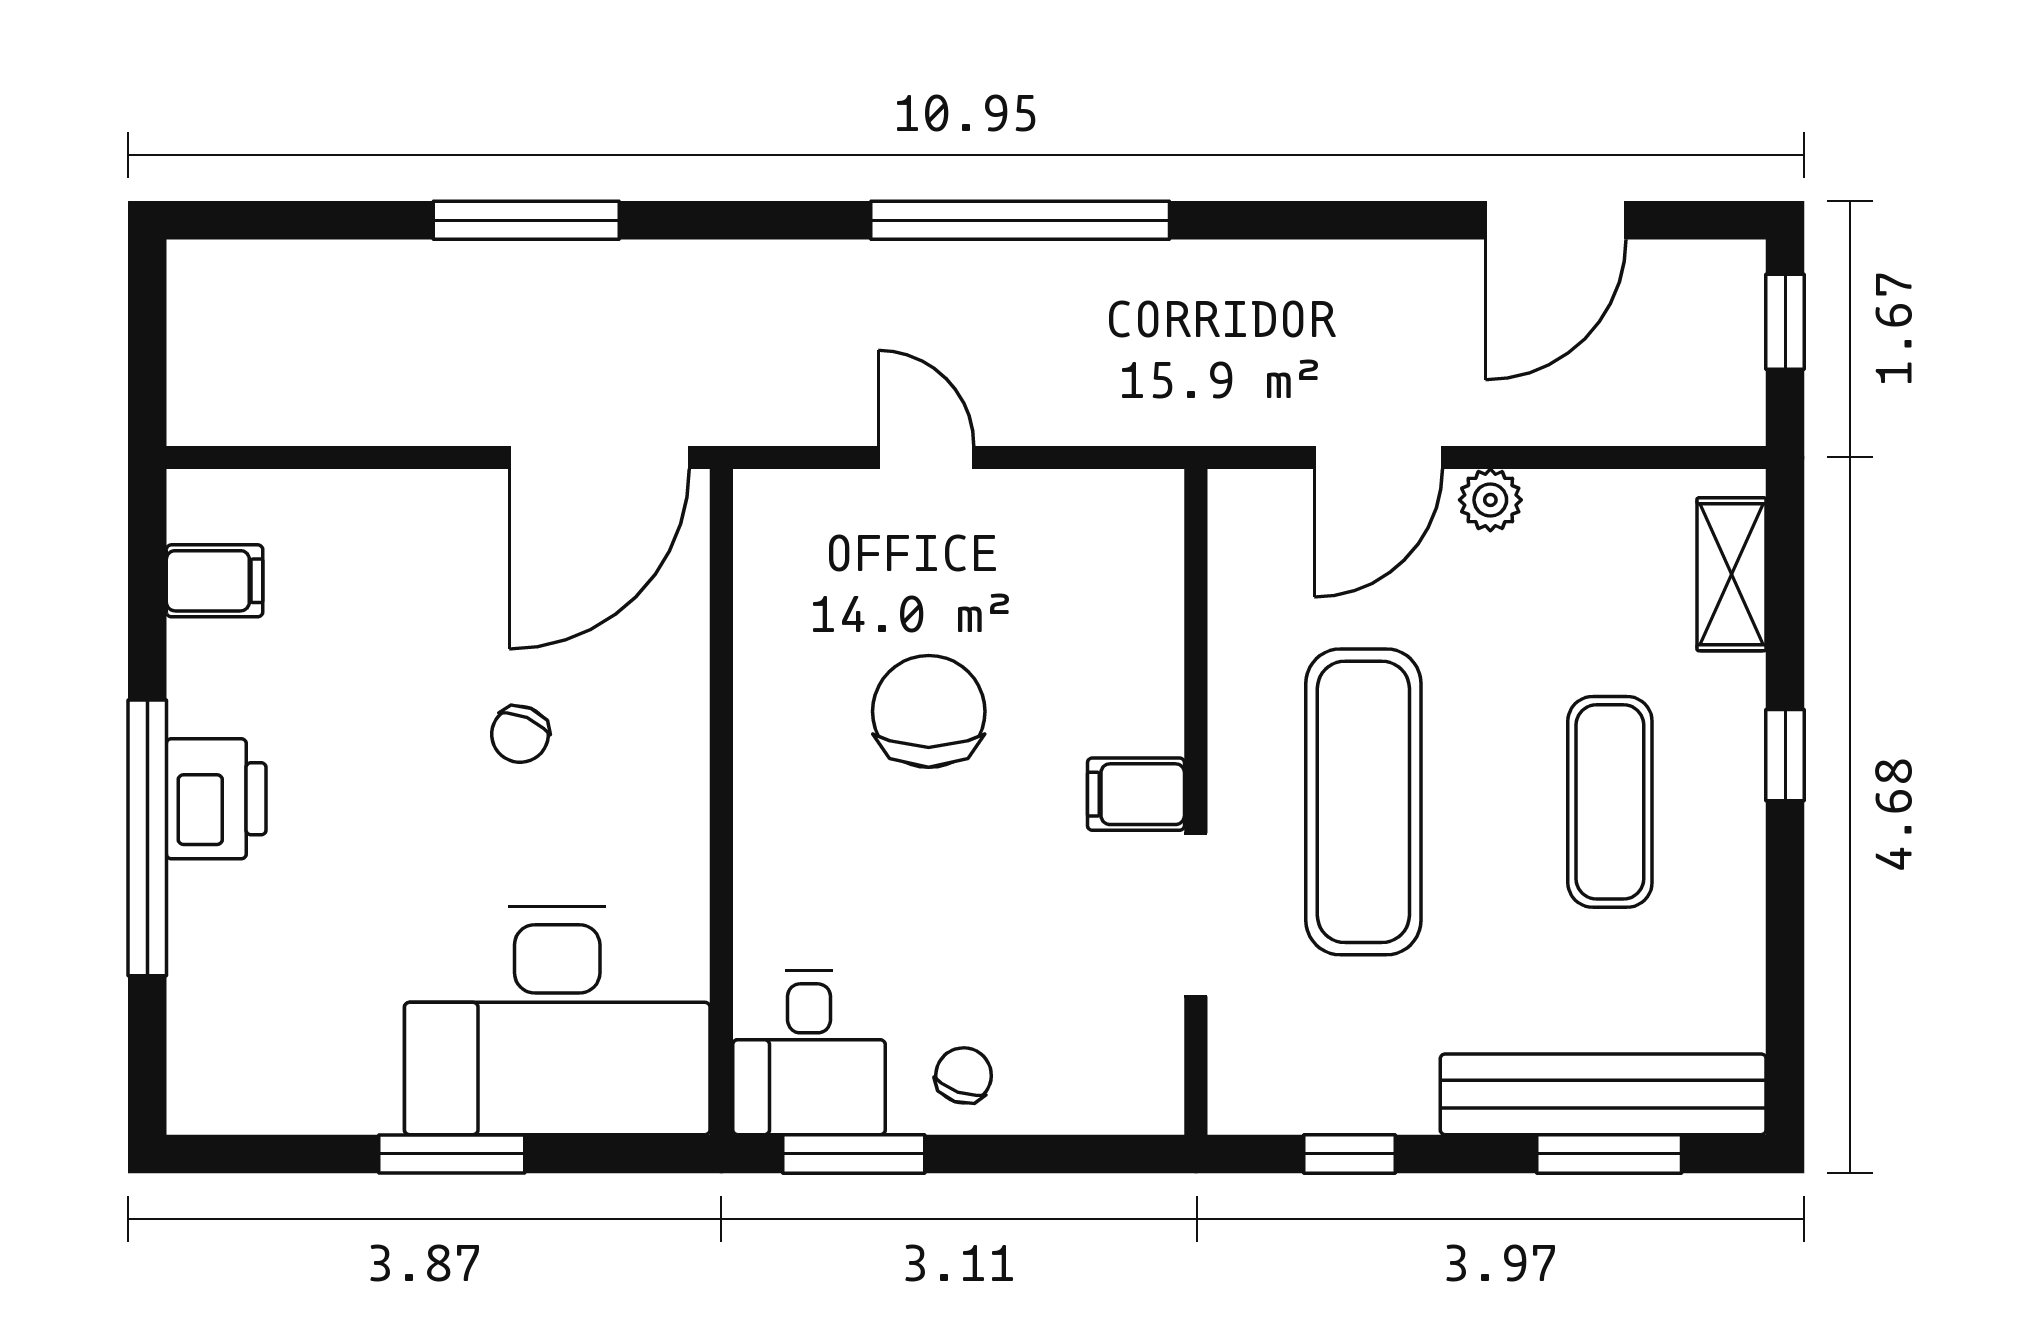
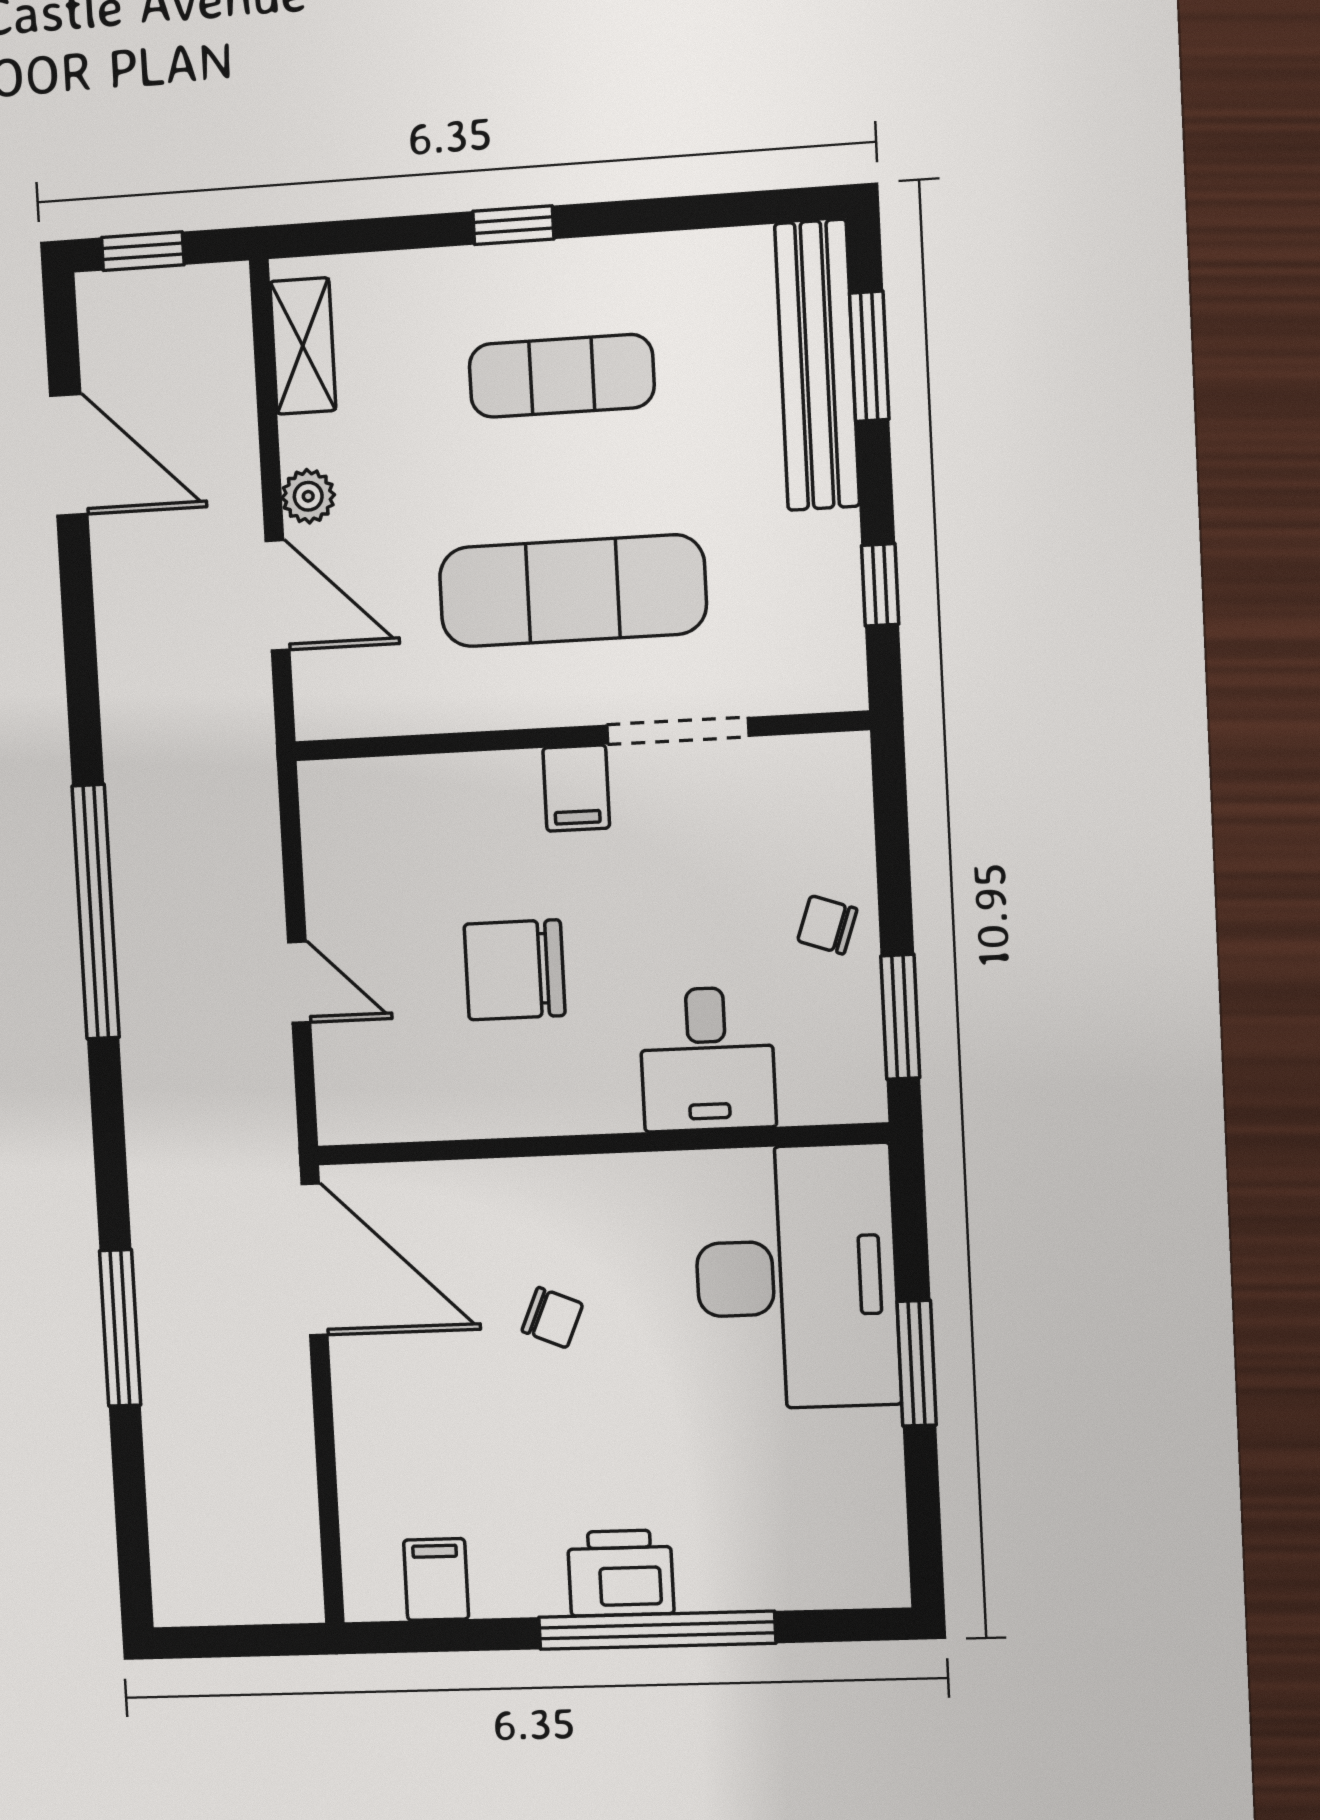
door: (926, 457) -> (299, 982), swing flipped
shelving: (1732, 574) -> (303, 346), moved, turned 90
desk: (809, 1053) -> (707, 1059), moved, turned 90

